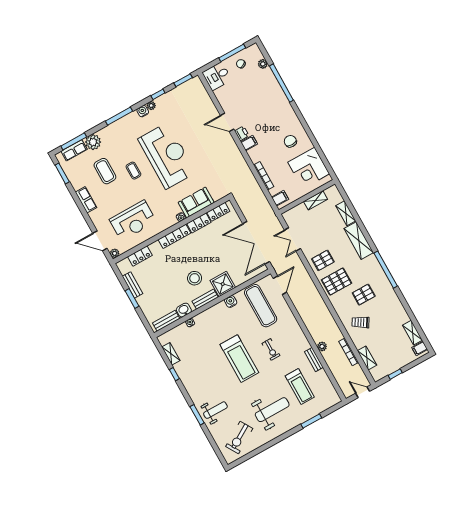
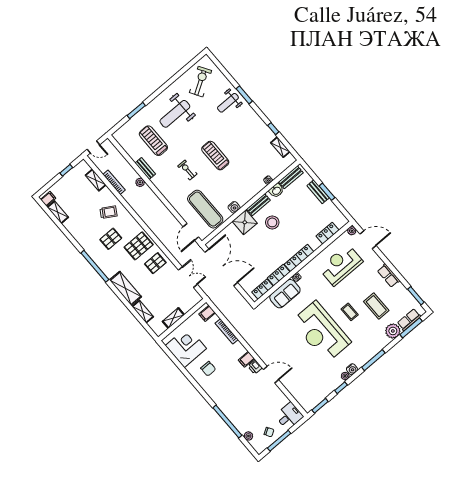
bench: (133, 285) -> (318, 192), moved
treadmill: (239, 359) -> (215, 156), width x0.73, depth x0.73

